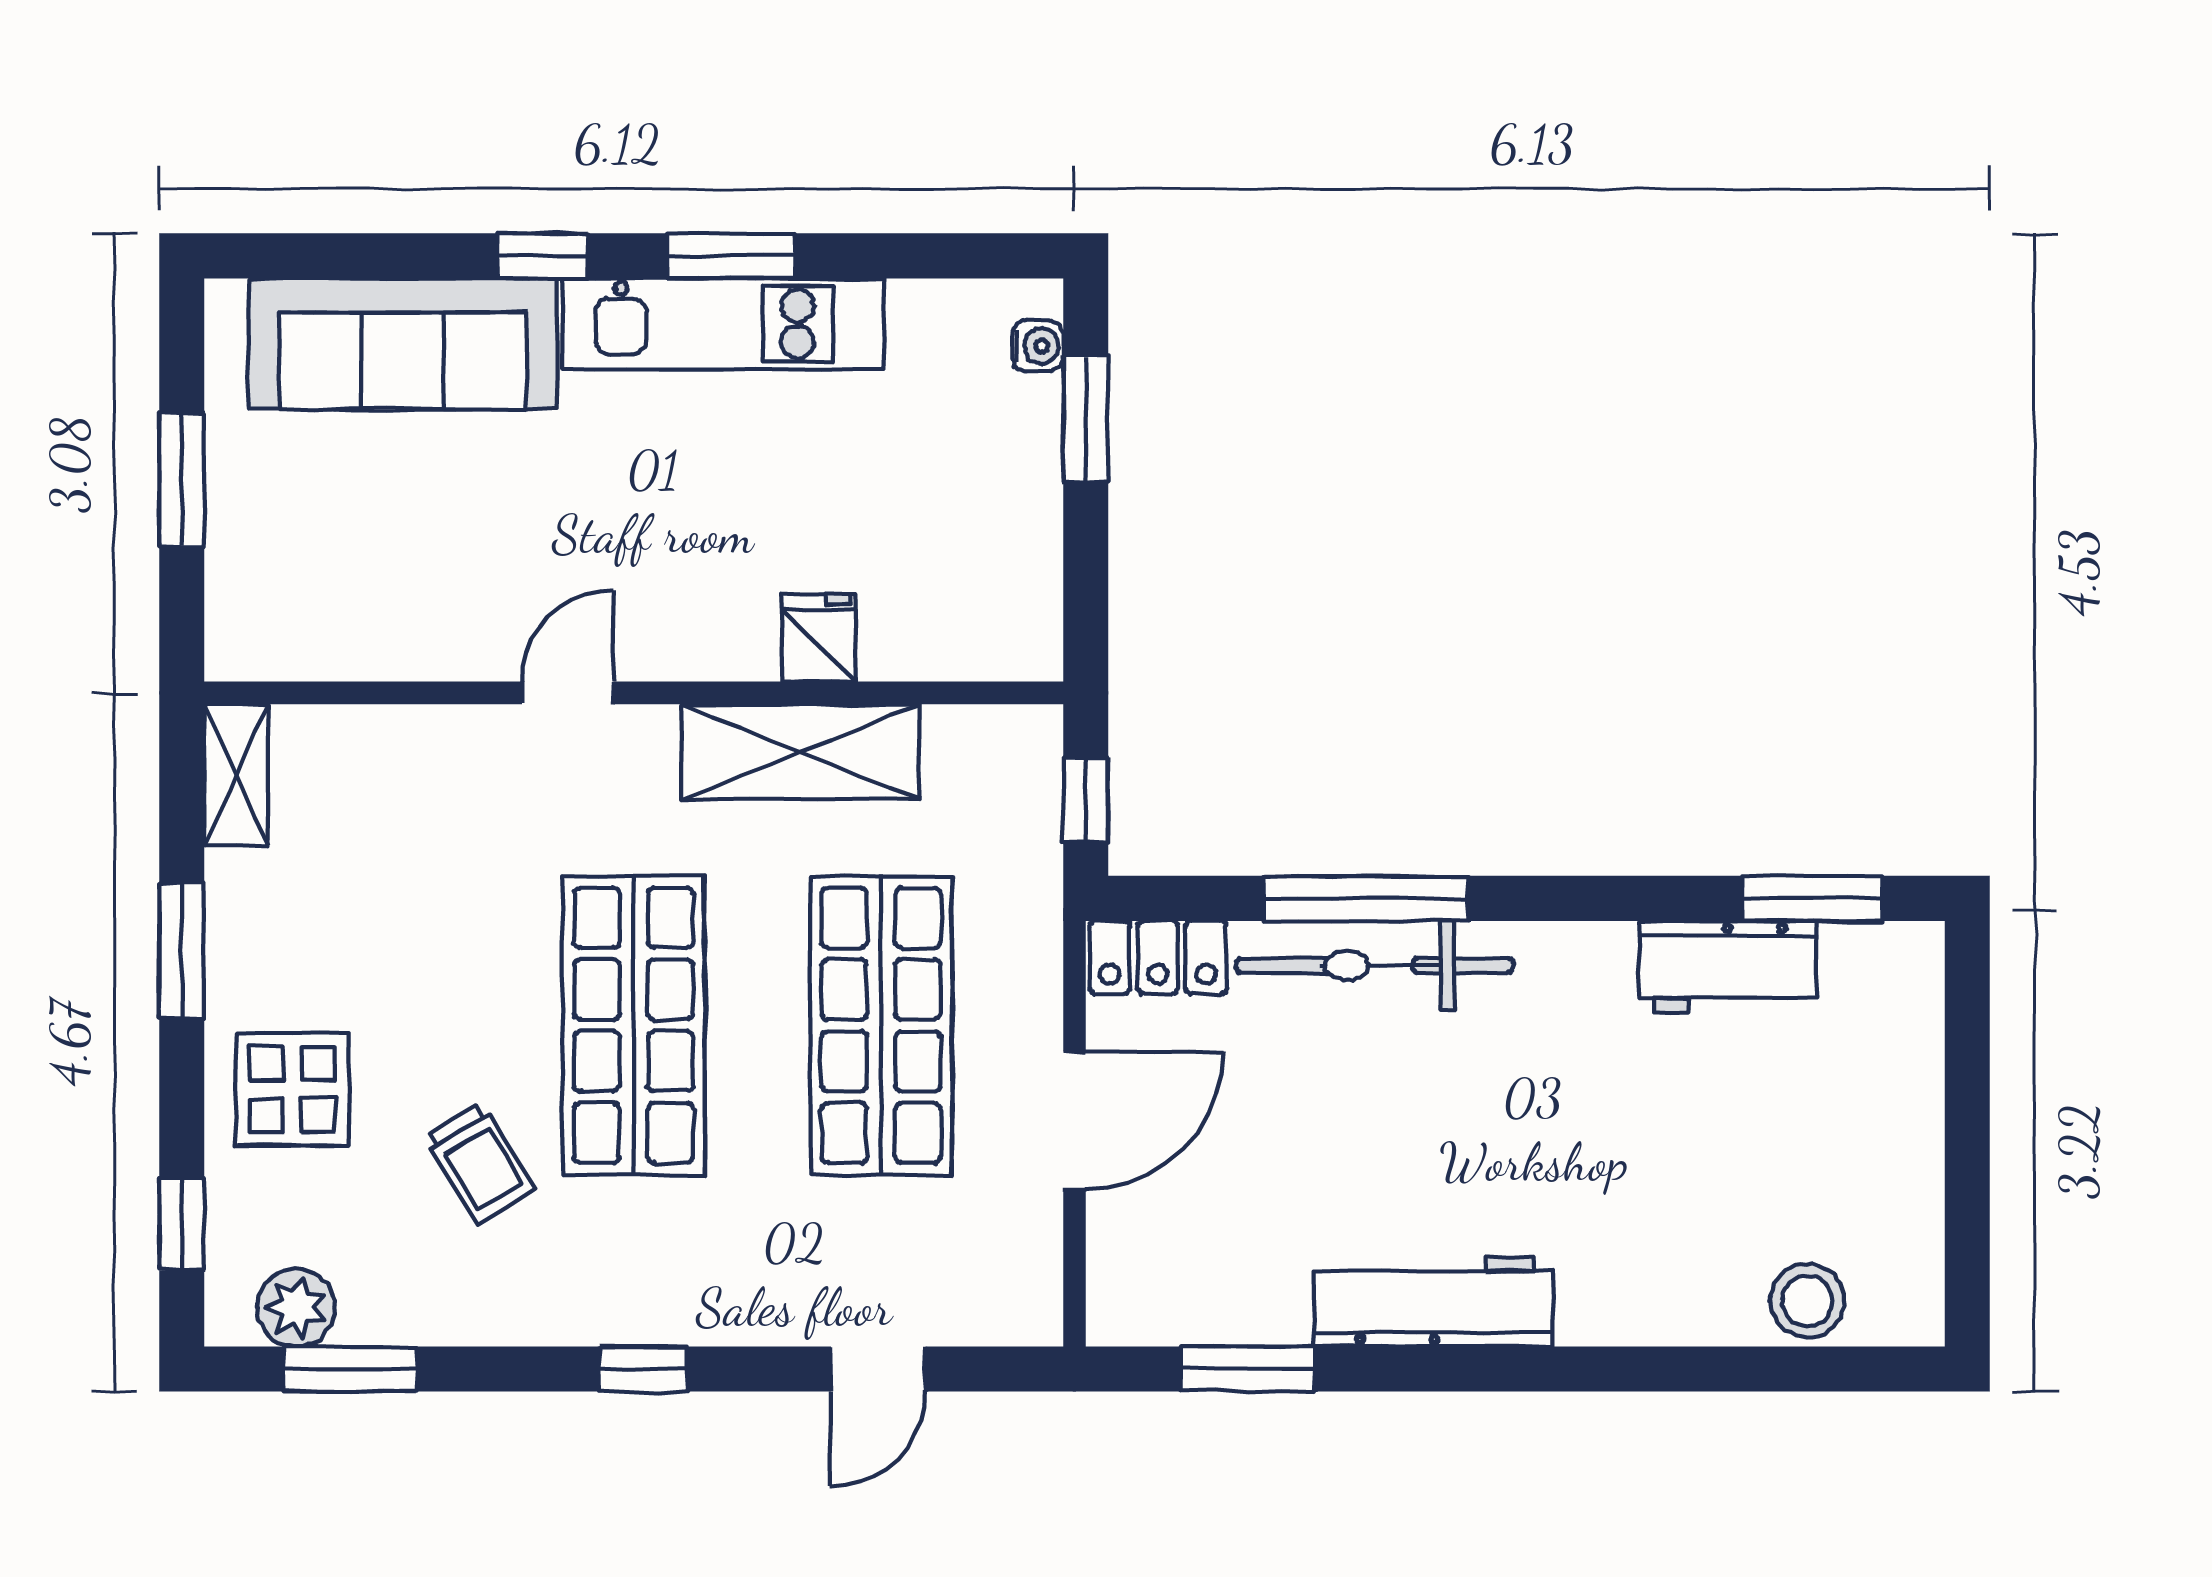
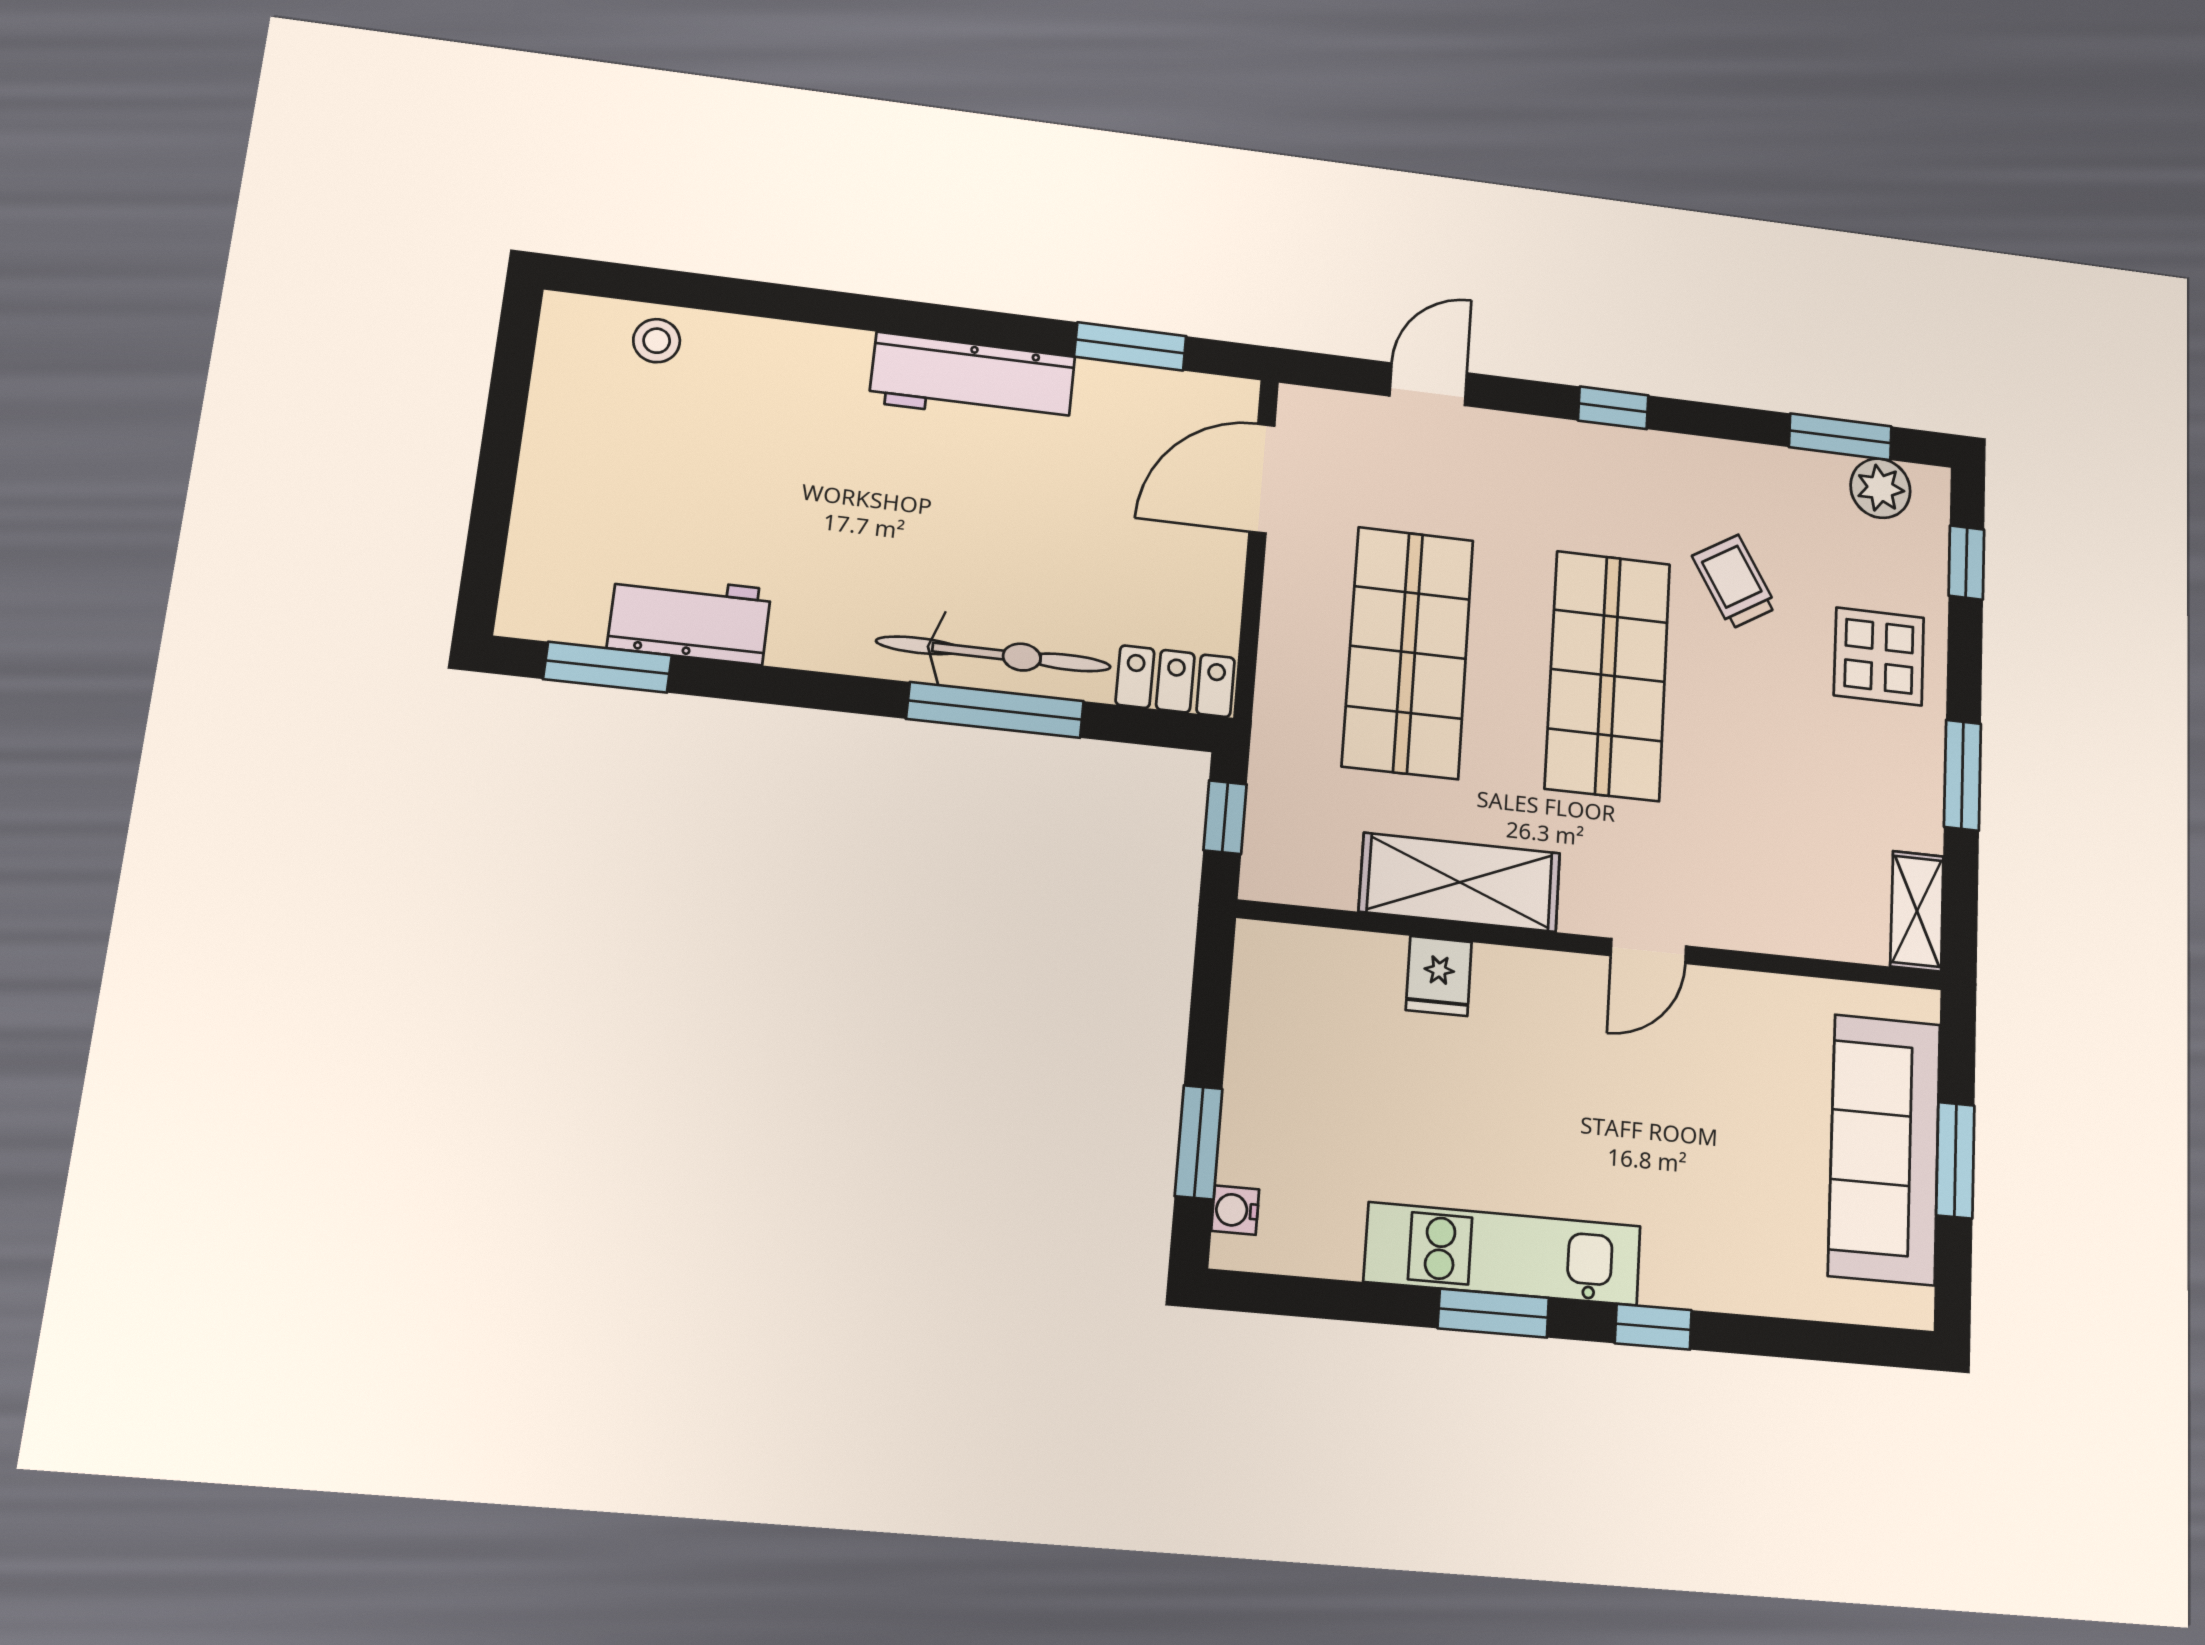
sofa: (403, 344) -> (1884, 1149), moved, turned -90
door: (1074, 1120) -> (1262, 478), moved
stool: (1807, 1301) -> (657, 341), width x0.73, depth x0.73

